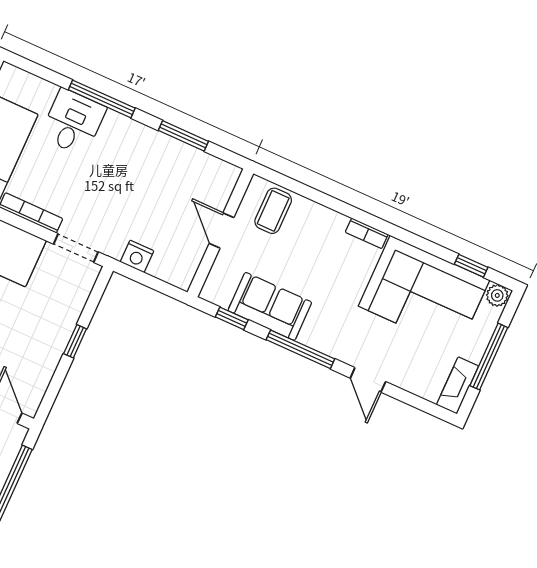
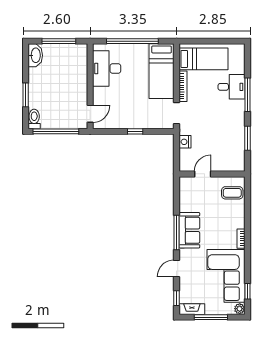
door: (222, 230) -> (203, 174), moved
sofa: (270, 306) -> (189, 230), moved
window: (232, 318) -> (177, 298), moved

